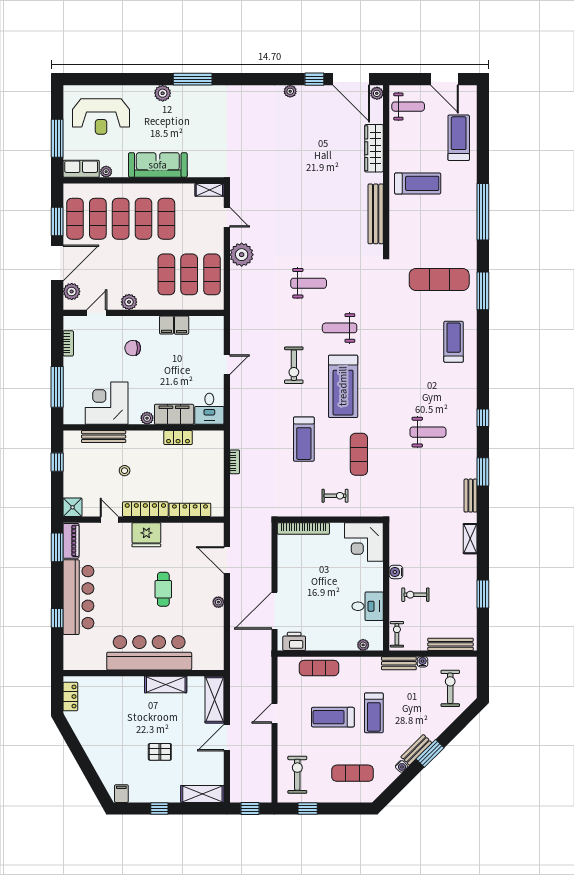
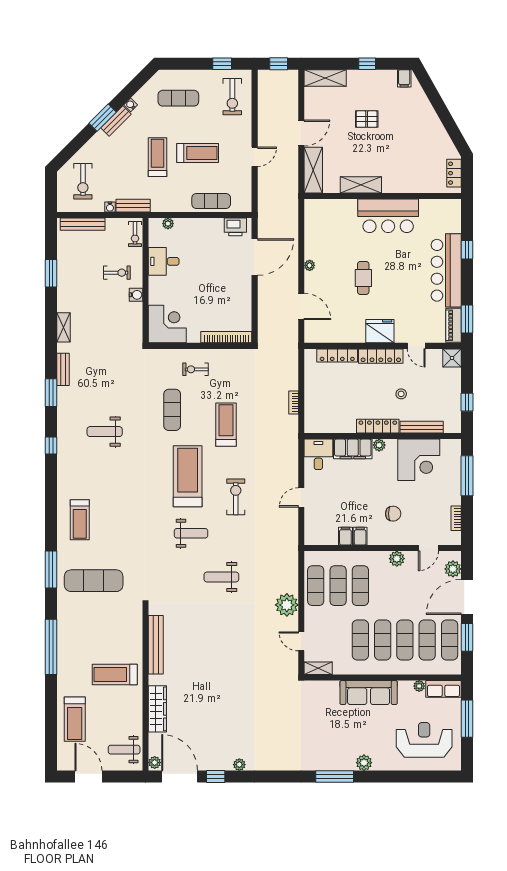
locker: (178, 438) -> (378, 426), moved, width x1.53
bar counter: (149, 653) -> (388, 216), width x0.73

